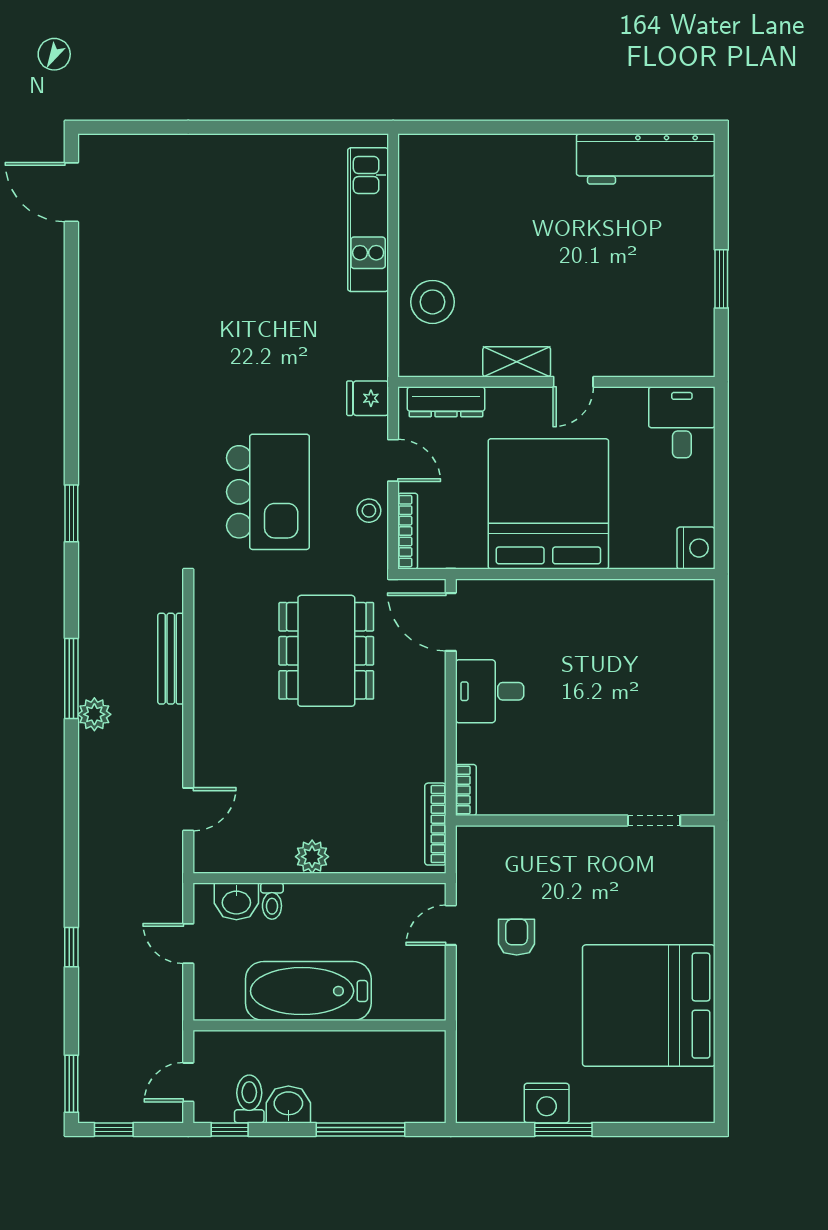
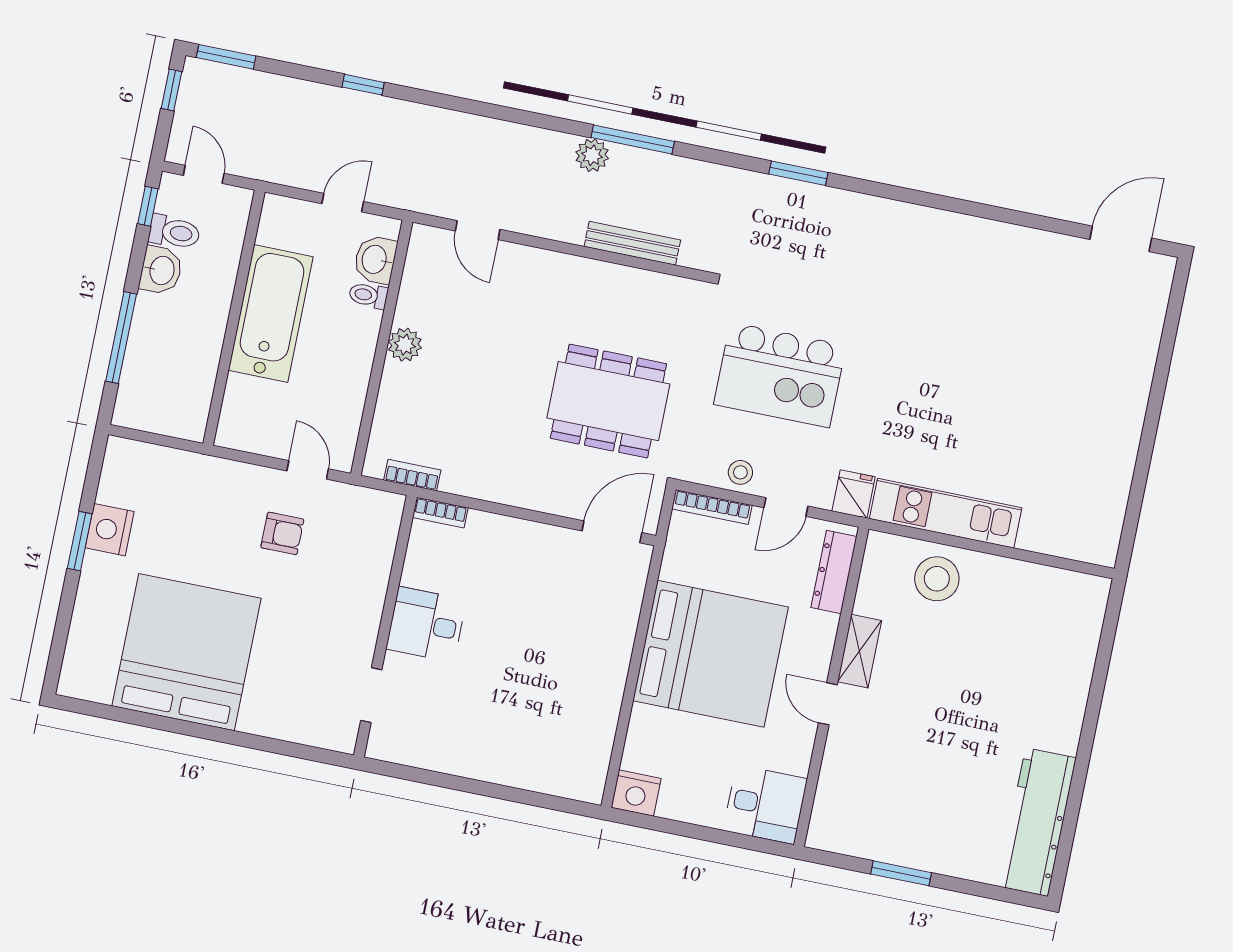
kitchen unit: (368, 220) -> (946, 513), moved
desk: (490, 691) -> (426, 624), moved, turned -90
bookcase: (435, 824) -> (412, 475), width x0.64

